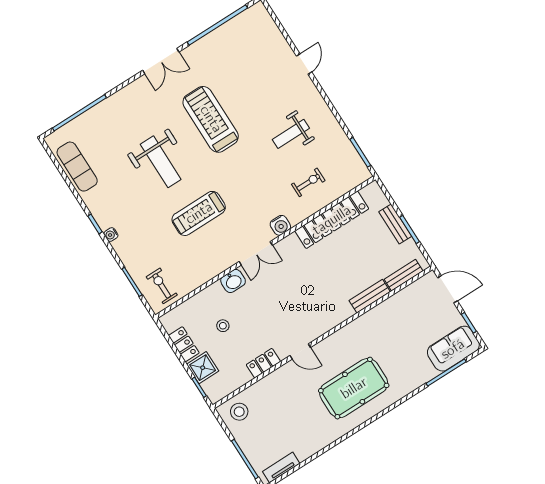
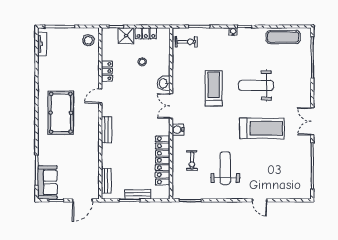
weight bench: (291, 134) -> (225, 168), width x1.36, depth x1.33
bench: (370, 296) -> (106, 130), moved

